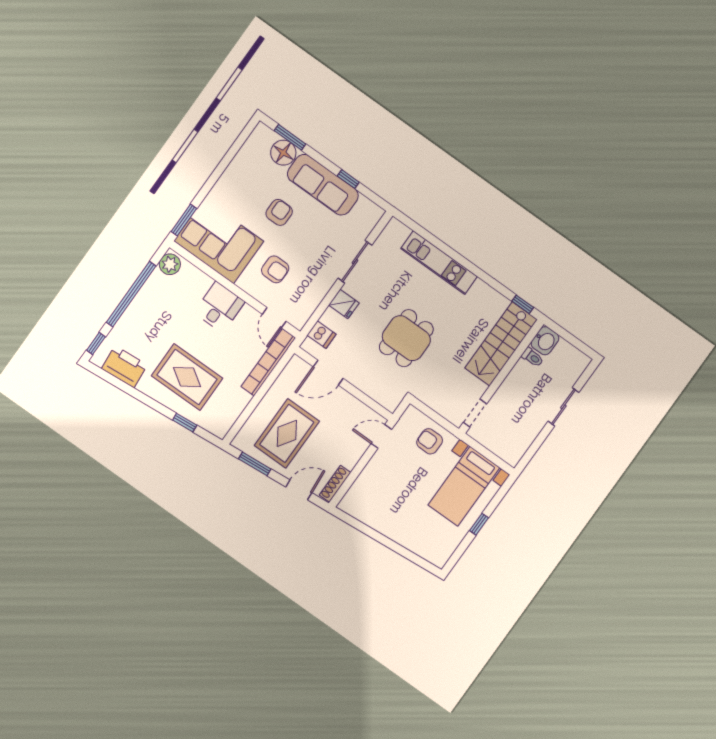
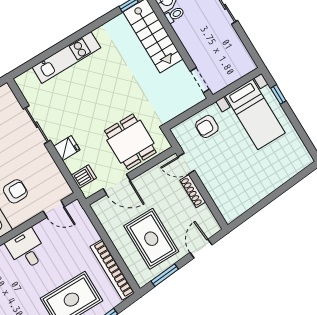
dining table: (406, 338) -> (130, 142), moved
bookcase: (268, 362) -> (112, 270), moved
door: (328, 373) -> (117, 184), hinge flipped
door: (381, 436) -> (186, 164), hinge flipped
shoe rack: (335, 484) -> (193, 191), moved
window: (479, 524) -> (278, 94), moved

